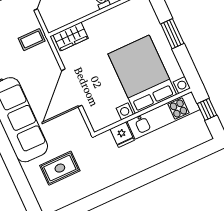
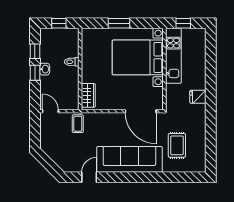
door: (72, 88) -> (141, 111), moved
fridge: (122, 135) -> (198, 97), moved, turned 180

